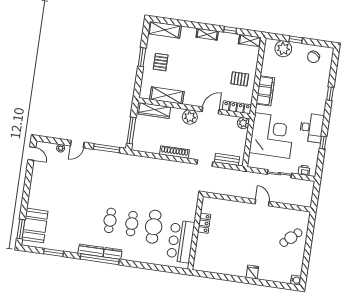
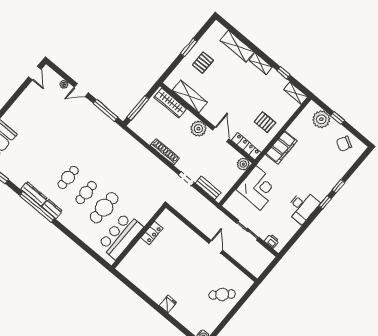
shelving: (165, 30) -> (237, 46), moved
door: (211, 110) -> (221, 134), hinge flipped
corner desk: (272, 135) -> (258, 188), width x0.74, depth x0.74
window: (323, 143) -> (325, 202), moved

